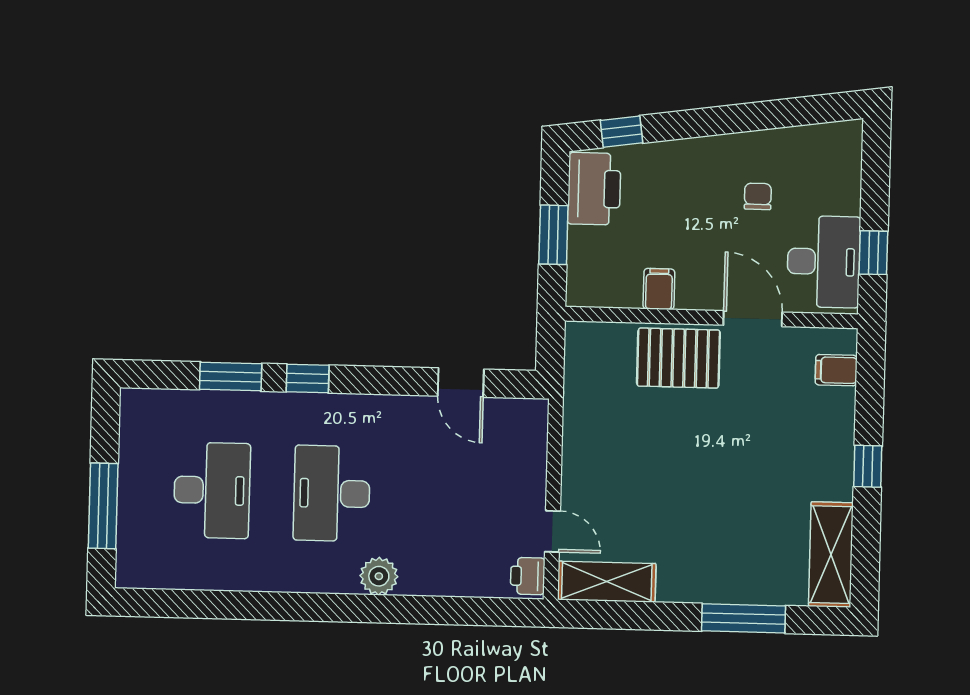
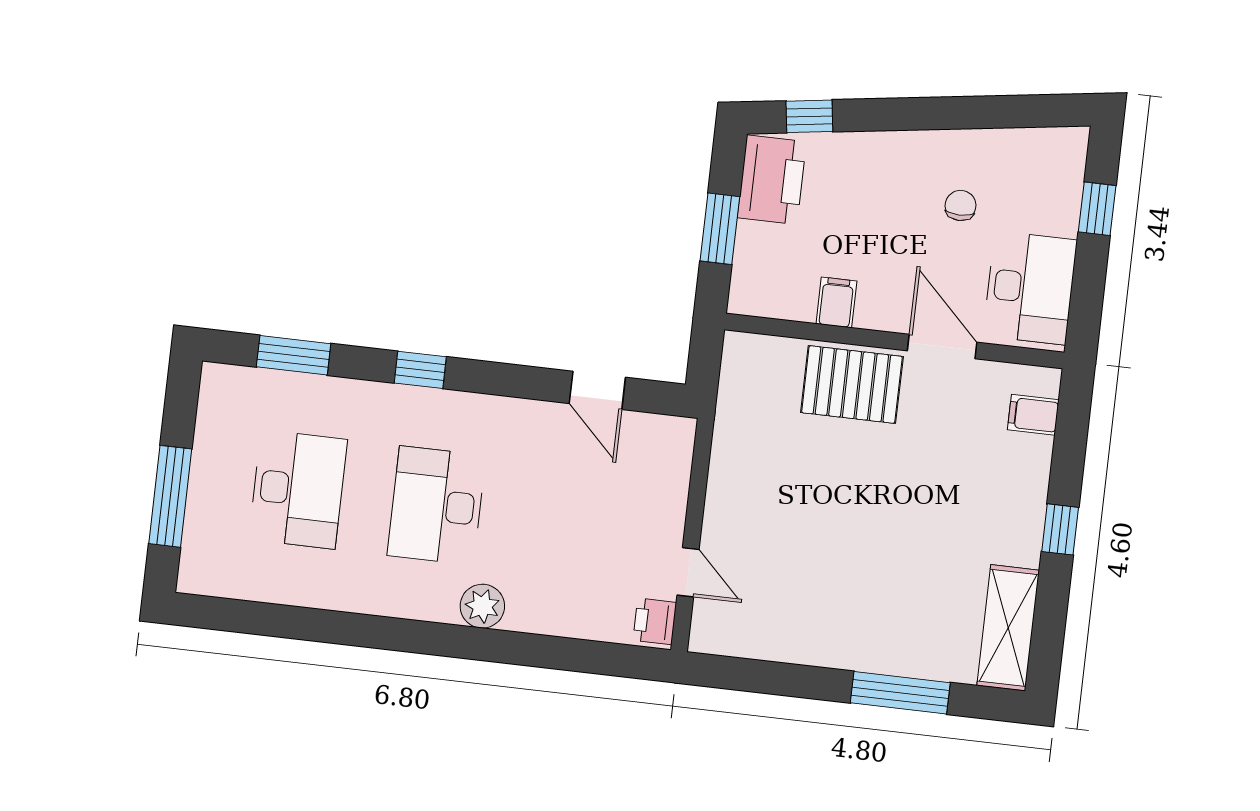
window: (873, 253) -> (1097, 209), moved
window: (231, 377) -> (294, 355), moved
shelving: (607, 582) -> (746, 636), removed

